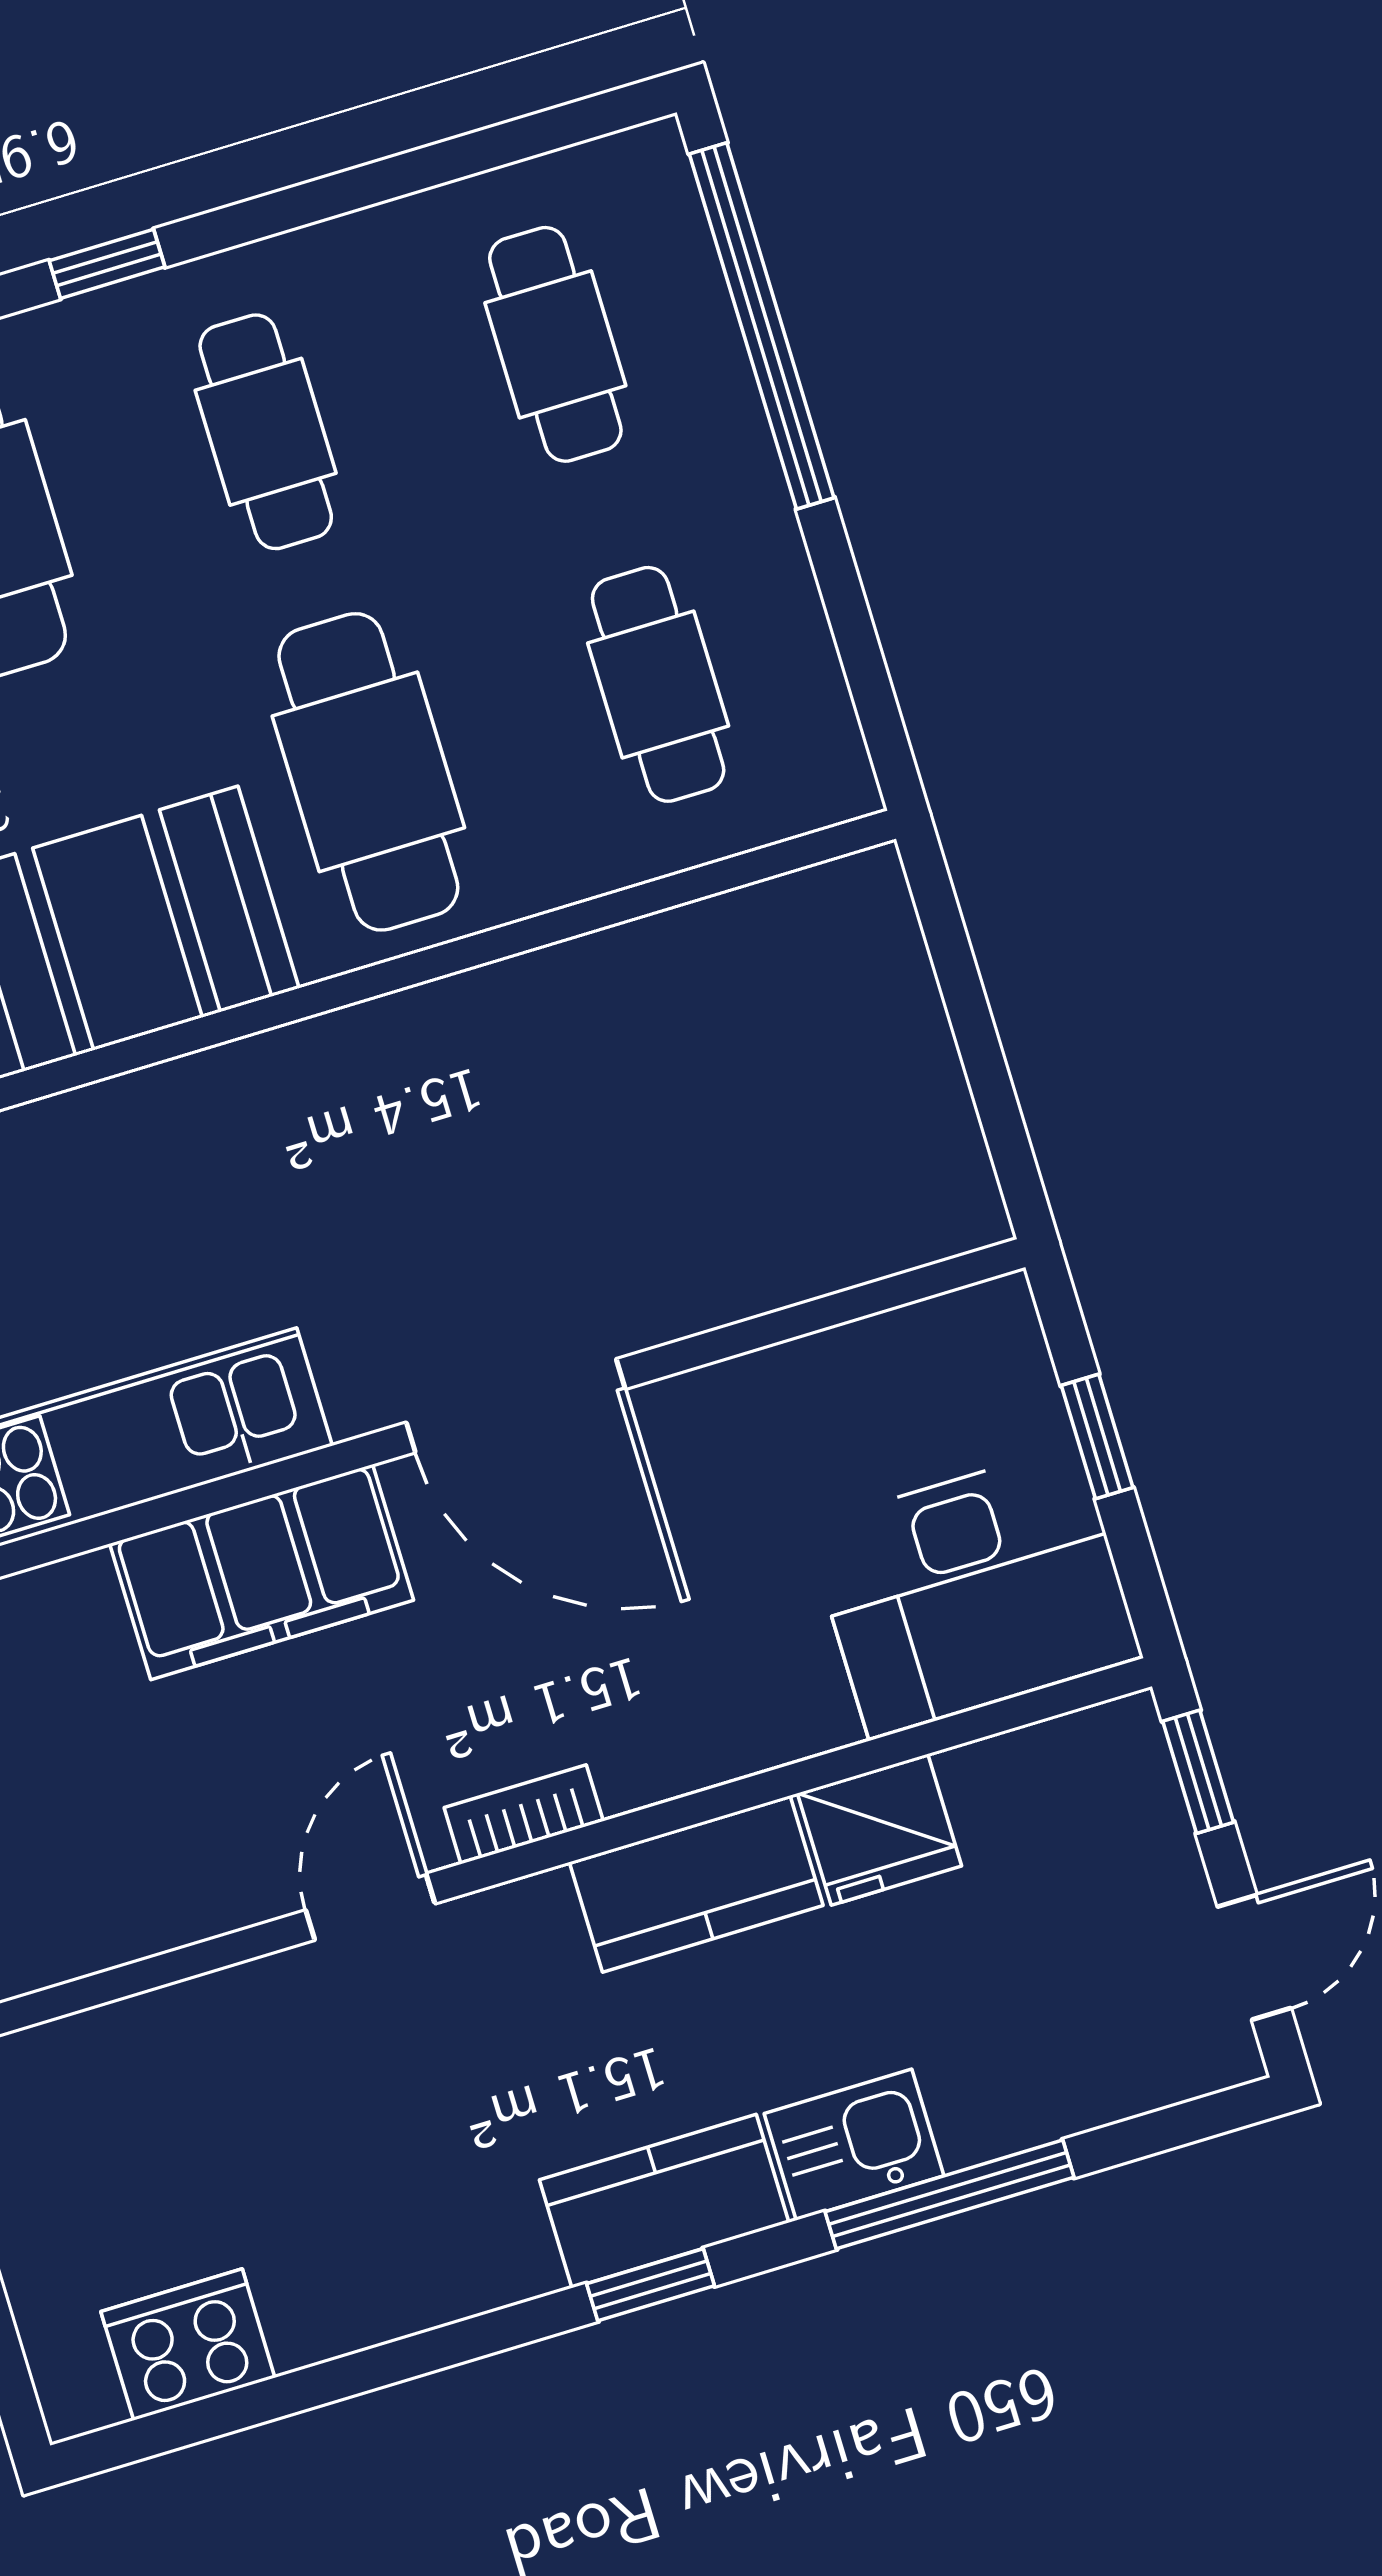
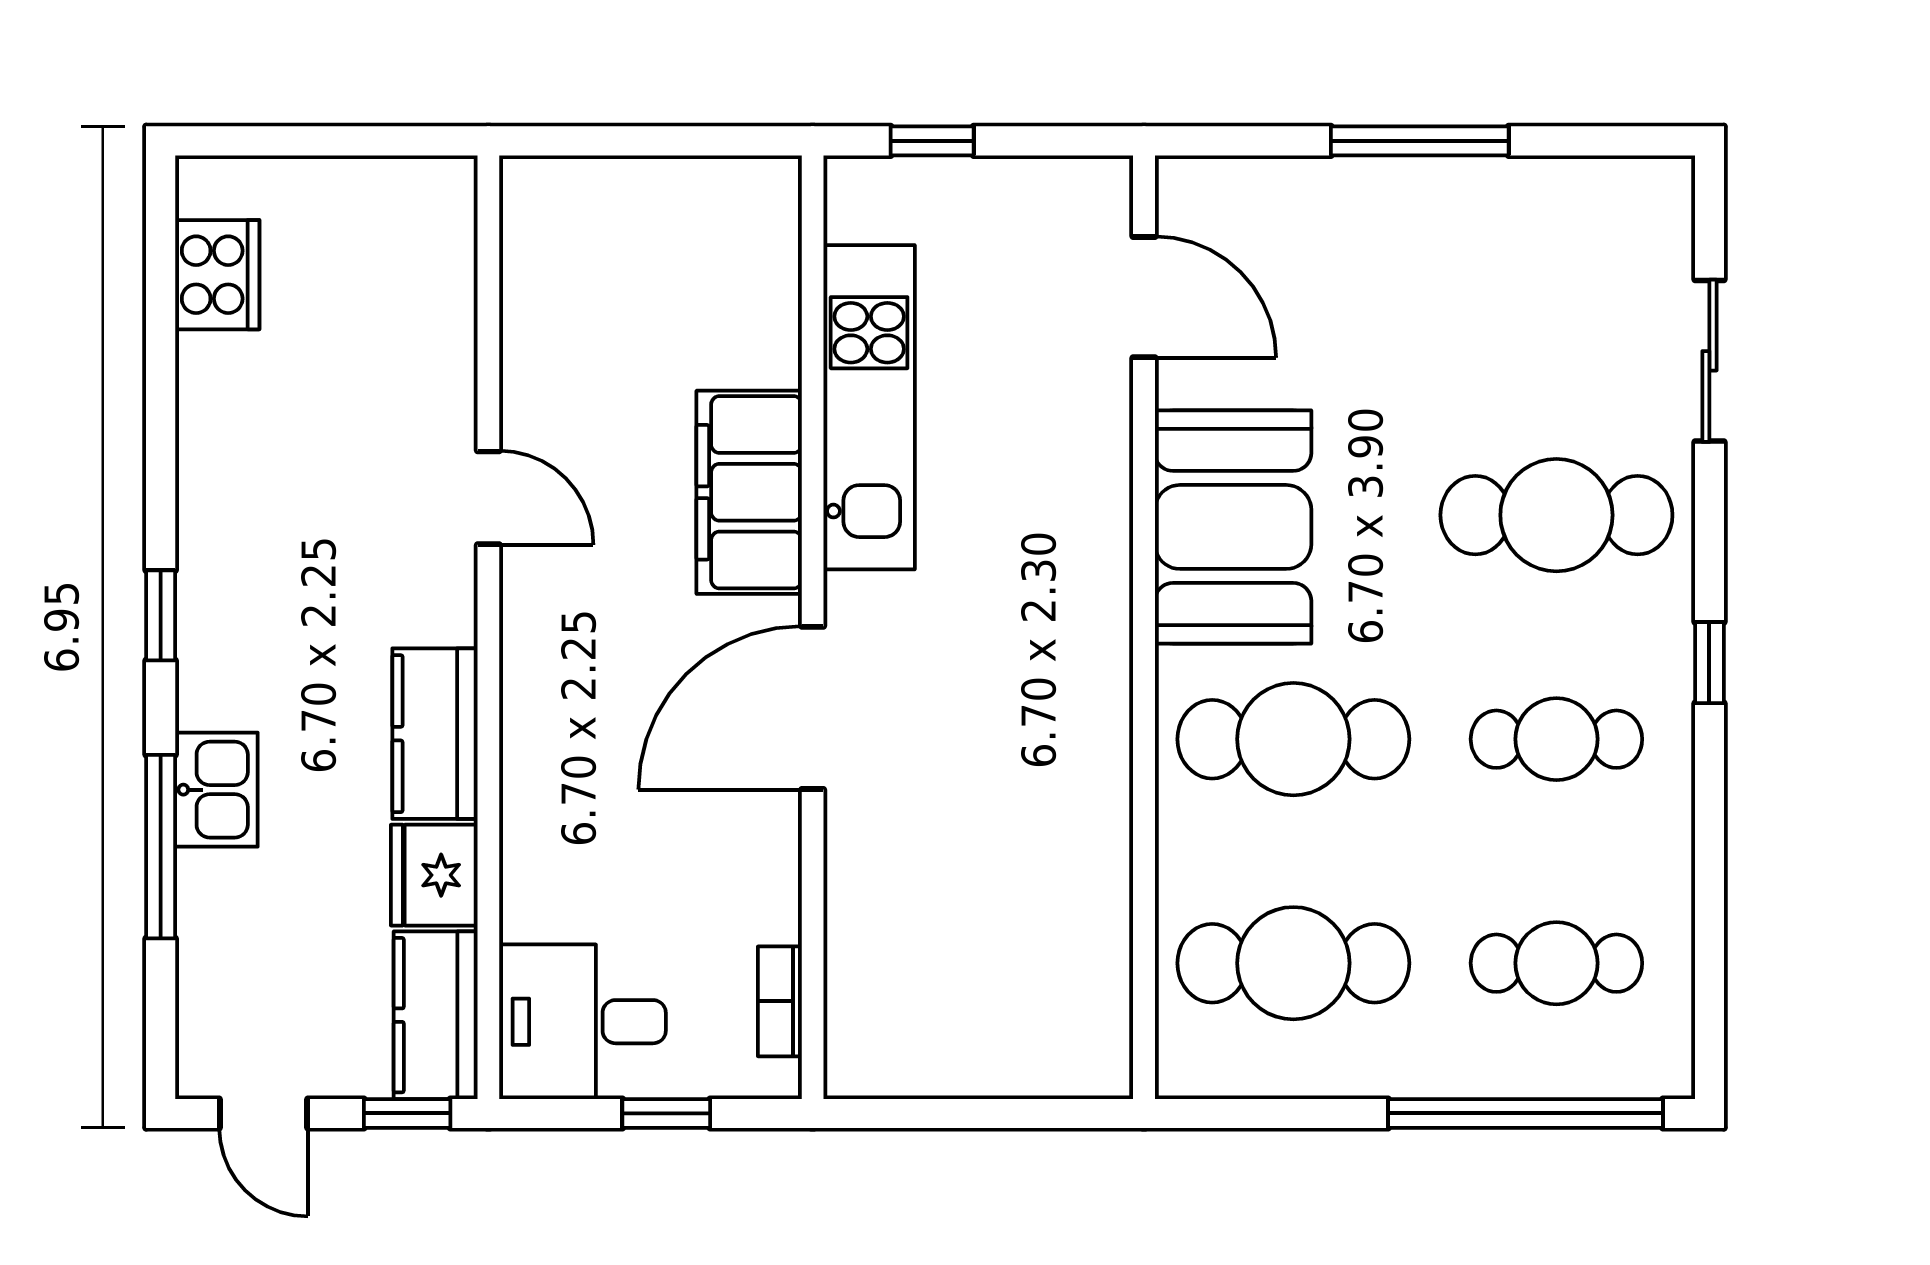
cafe table: (658, 684) -> (1293, 963), width x1.37, depth x1.35
desk: (974, 1592) -> (583, 1022), width x0.73
bookcase: (524, 1814) -> (780, 1001), moved, turned 180
kitchen counter: (664, 2201) -> (436, 1015), moved, turned 180

